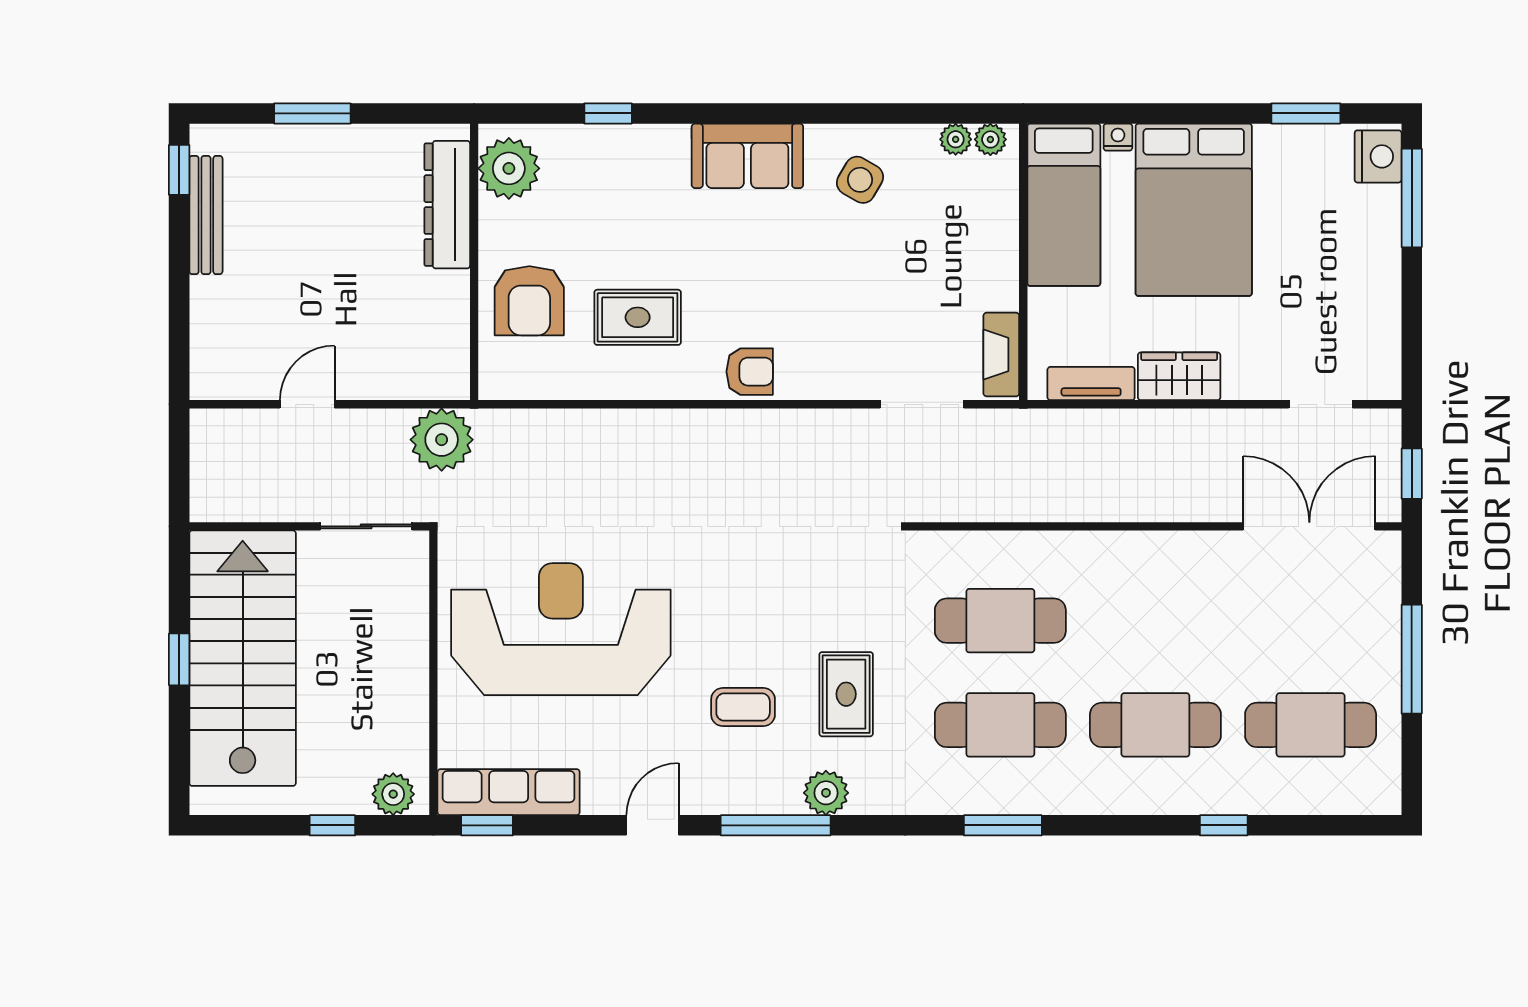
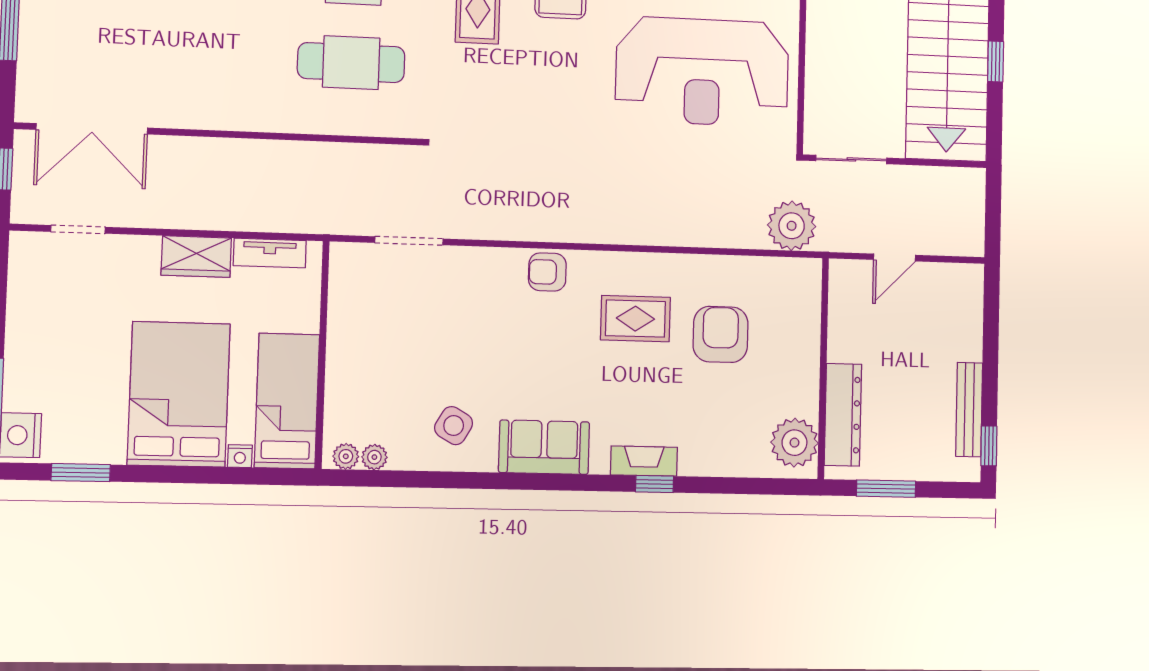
plant: (509, 168) -> (794, 443), moved
dresser: (447, 205) -> (843, 415), moved
wall: (474, 262) -> (823, 368), moved
fireplace: (1001, 355) -> (644, 461), moved, turned -90

